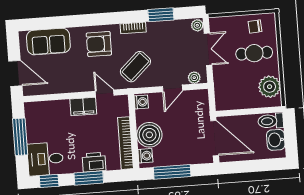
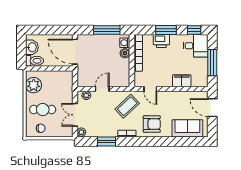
washing machine: (141, 102) -> (125, 81), removed
filing cabinet: (83, 106) -> (182, 81), moved
boiler: (149, 135) -> (125, 53), width x0.54, depth x0.54

